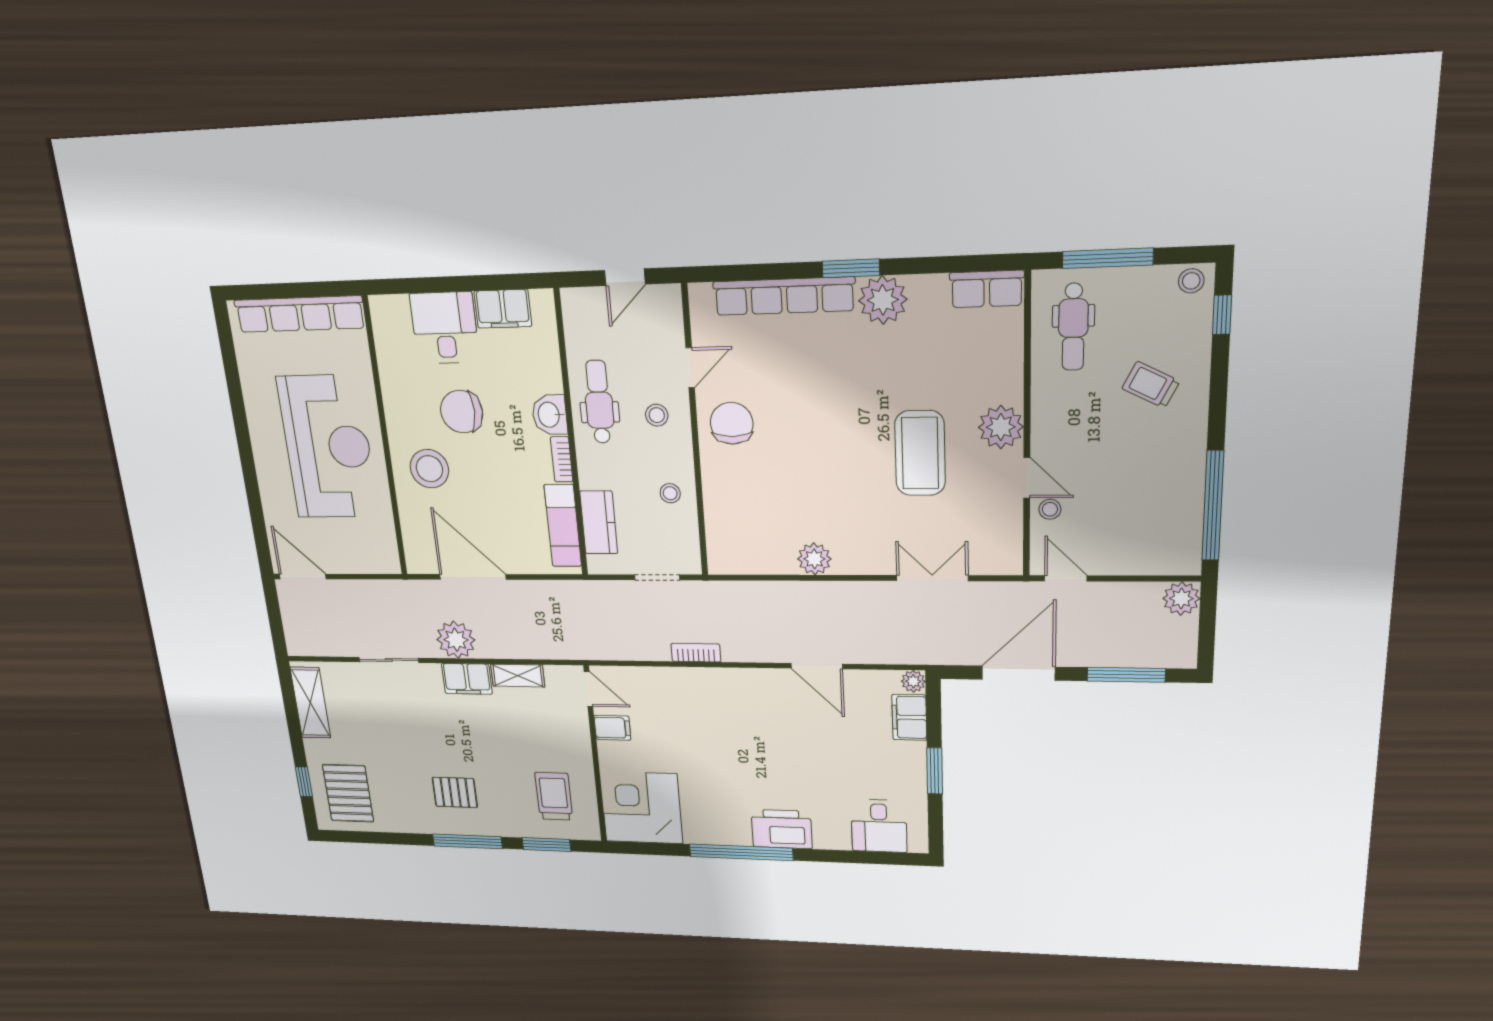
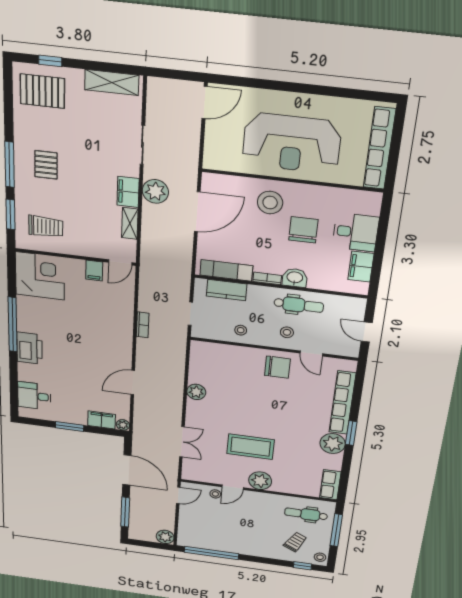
trolley: (1151, 385) -> (295, 542), moved

